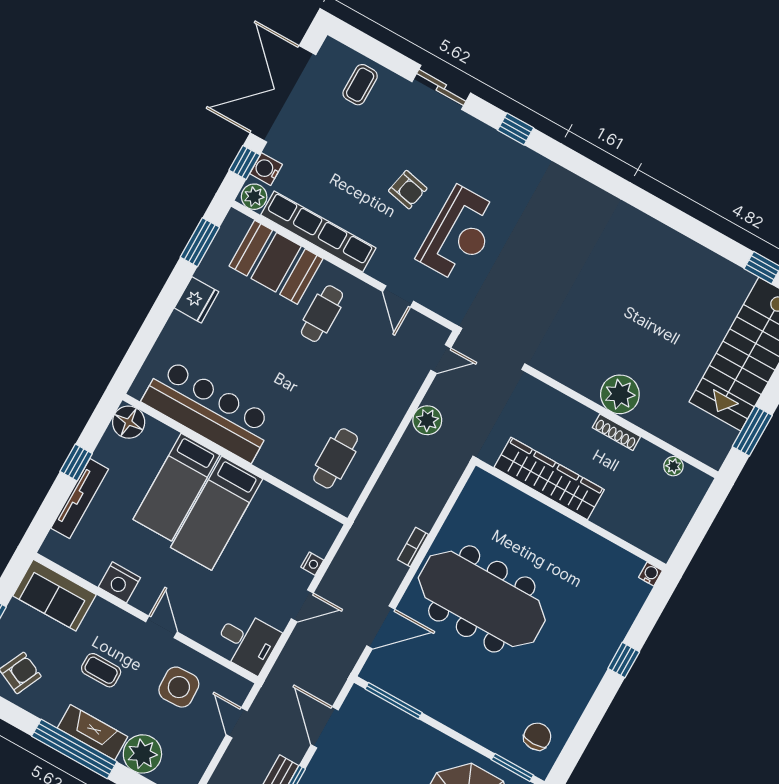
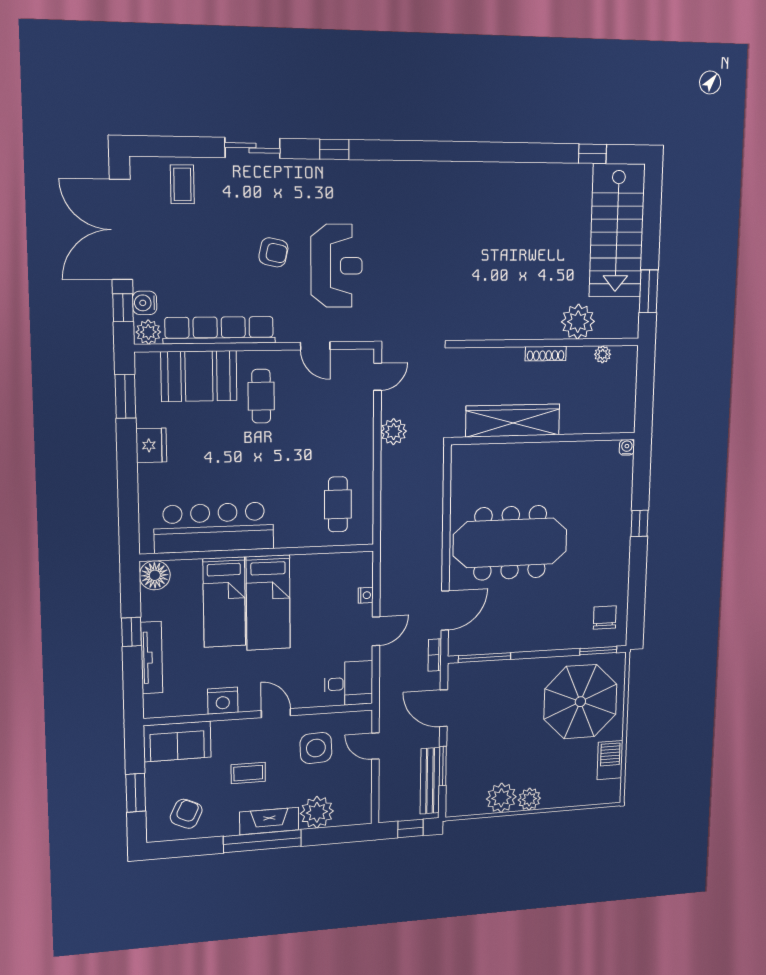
plant: (620, 394) -> (578, 322), moved
bookcase: (413, 547) -> (435, 655), moved

